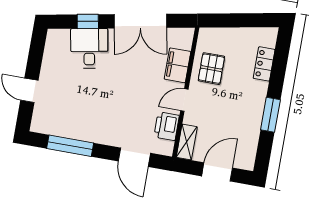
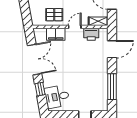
desk: (89, 48) -> (57, 97), moved
door: (184, 100) -> (75, 27), swing flipped

